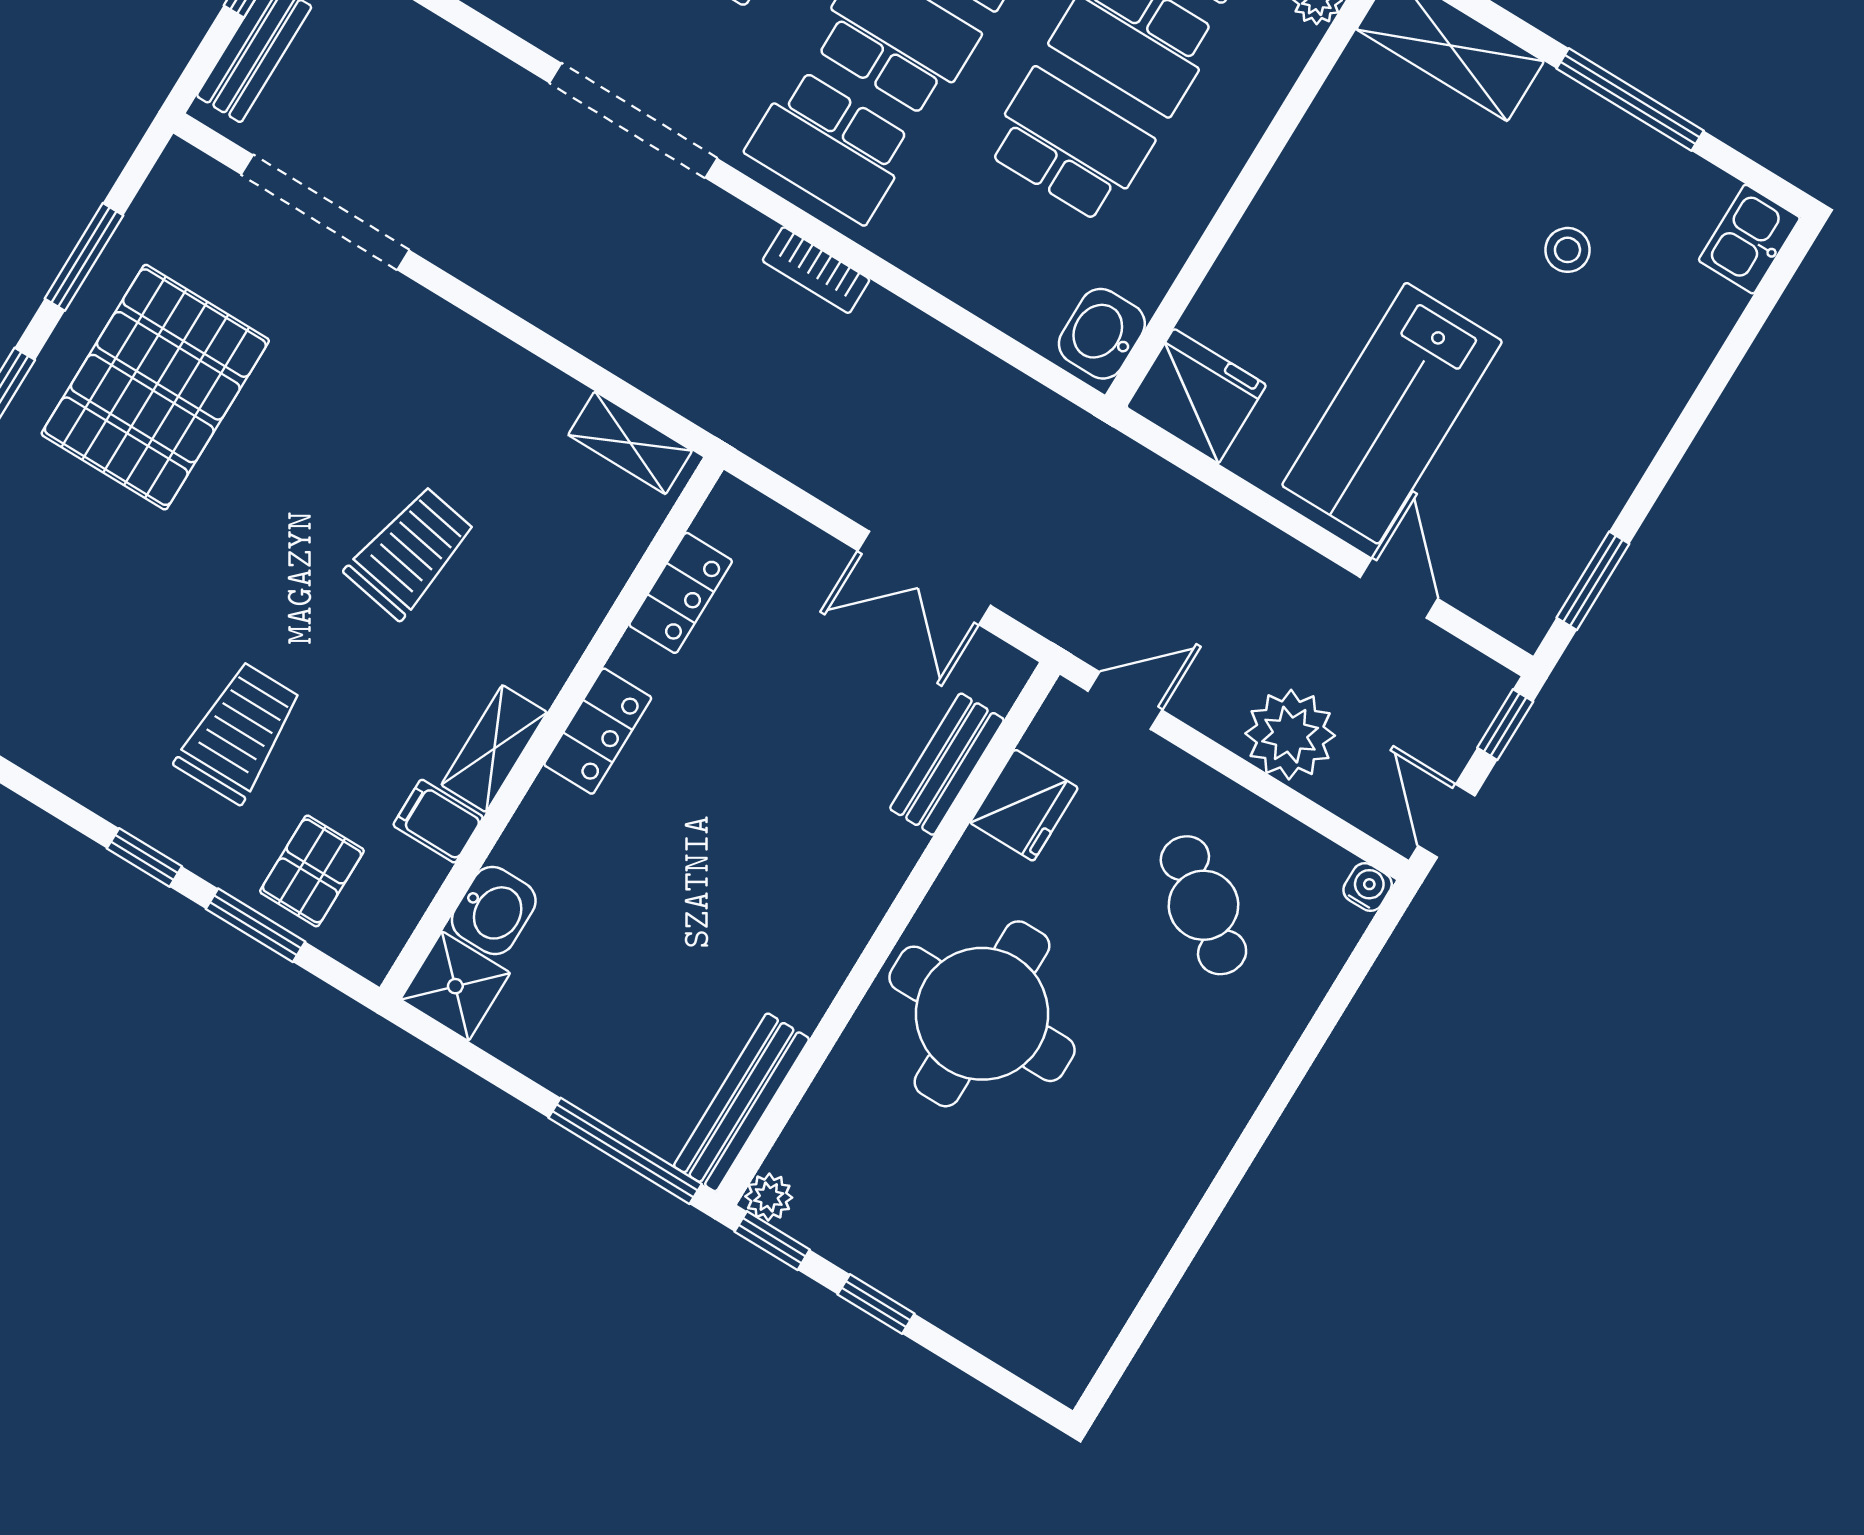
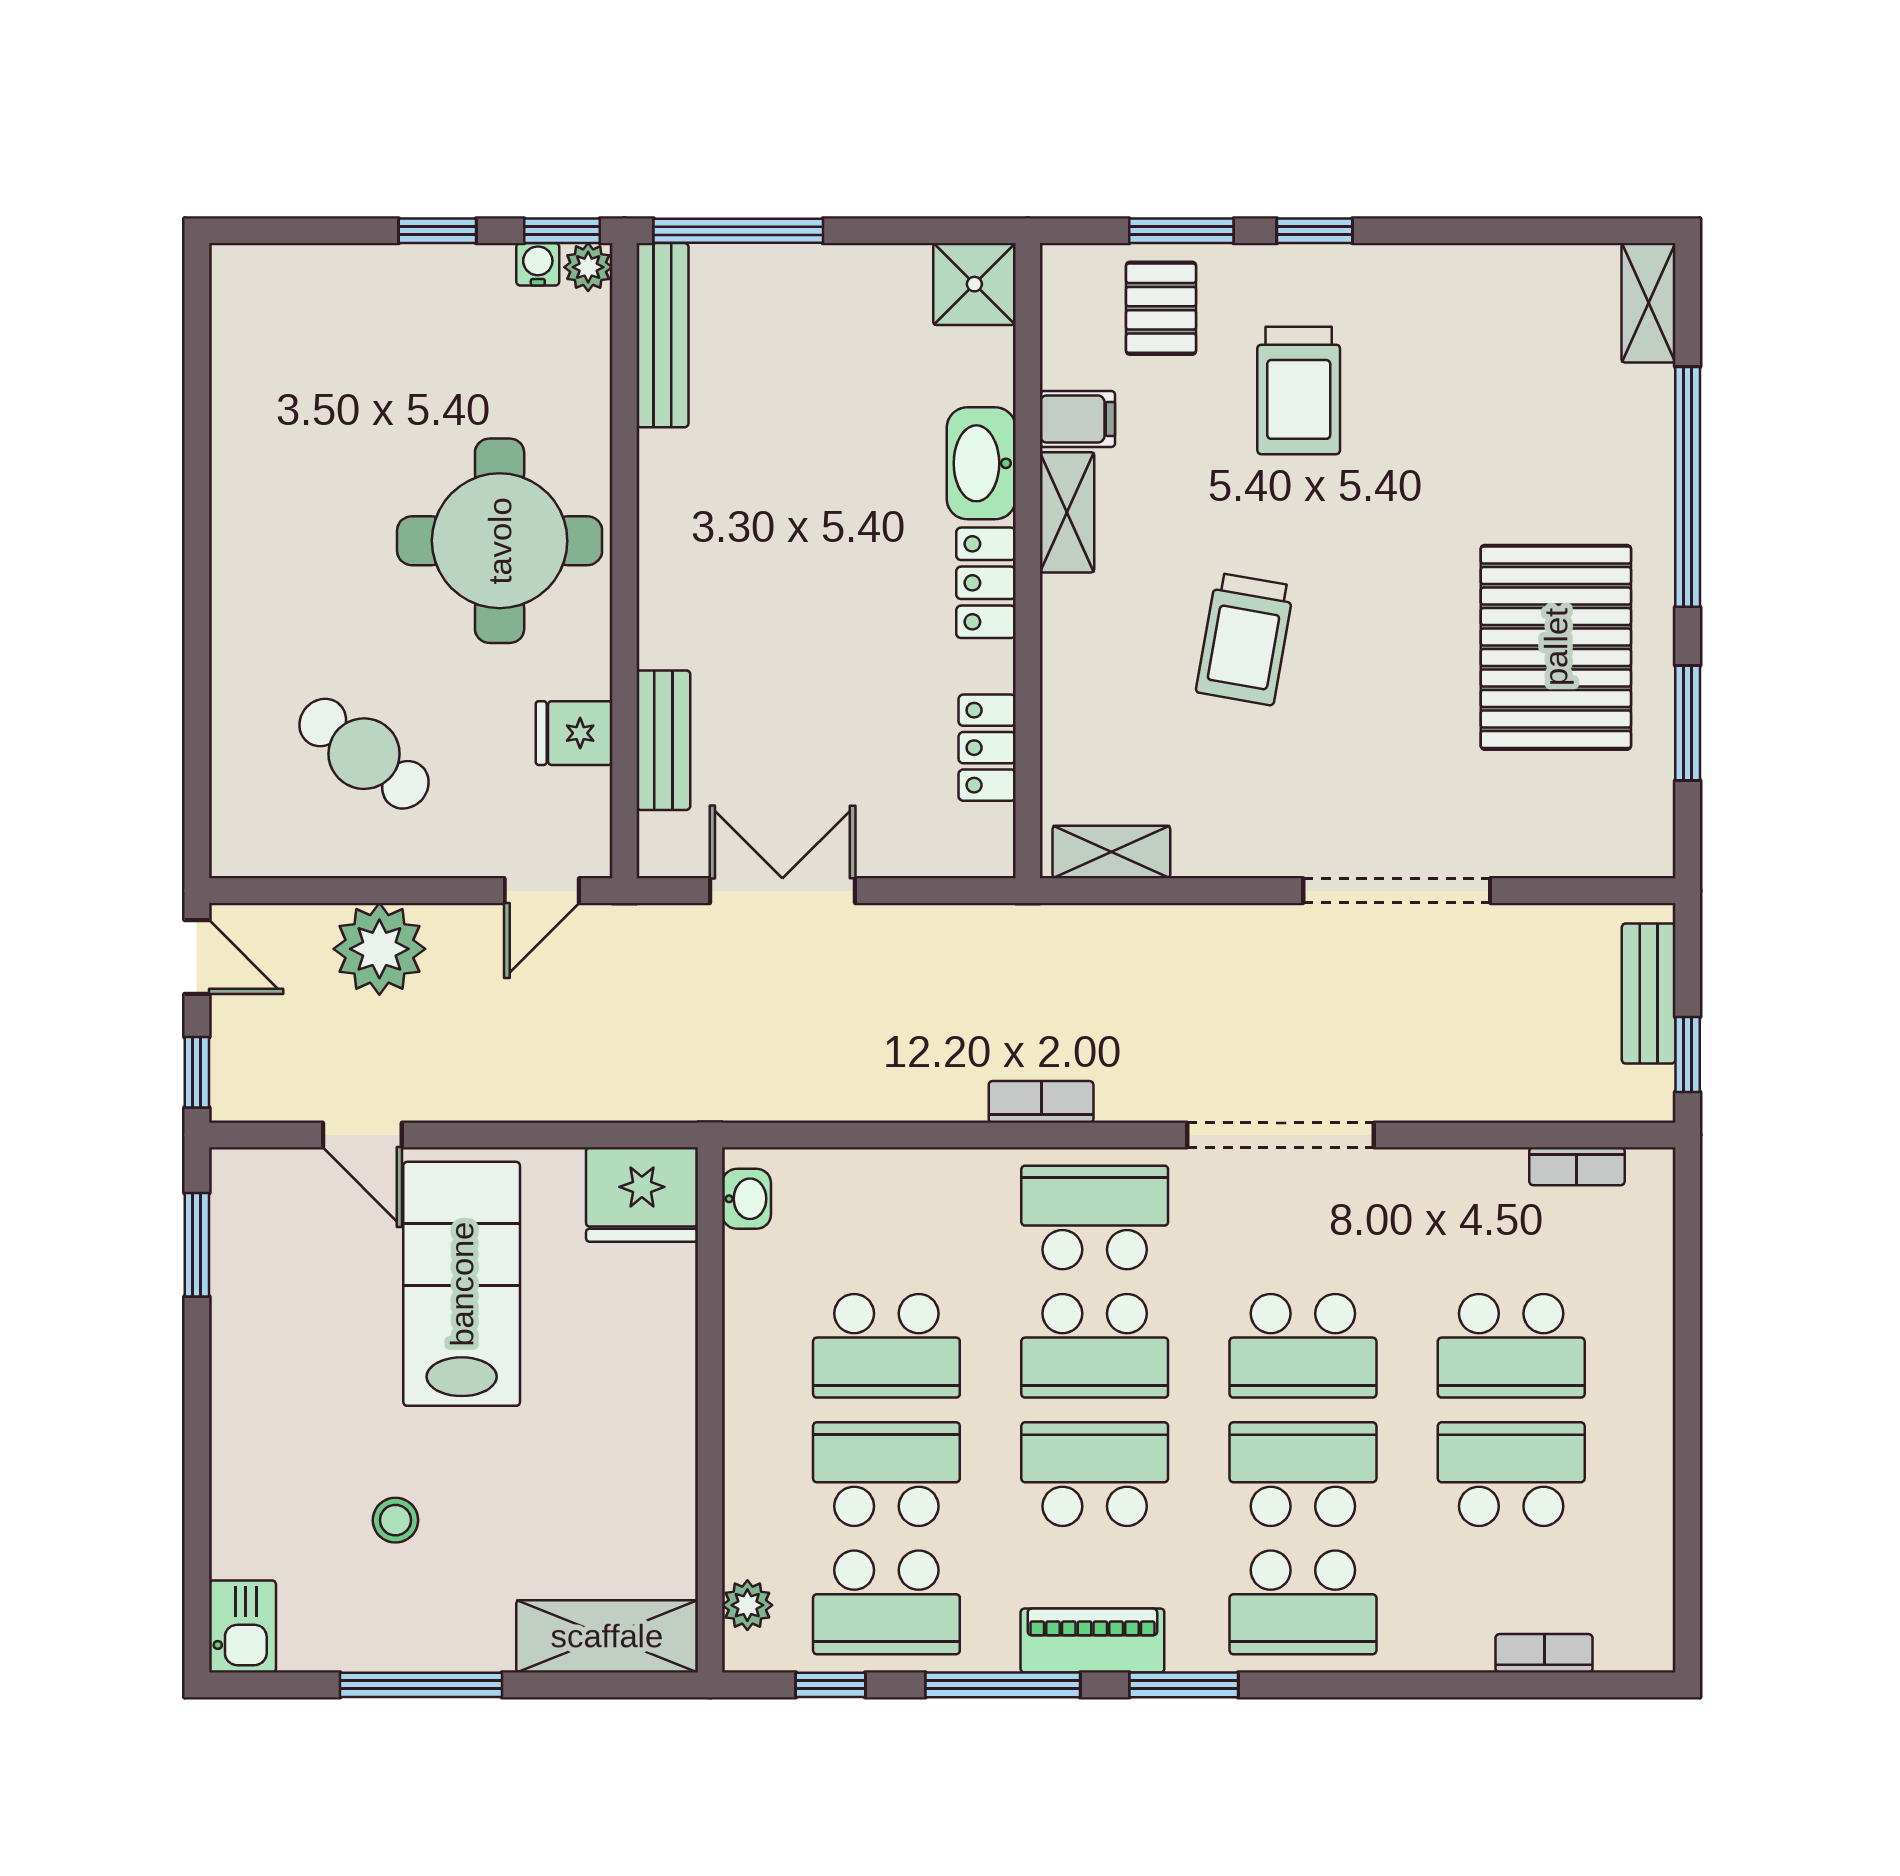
doorway: (325, 212) -> (1397, 891), moved
washbasin: (1102, 334) -> (747, 1199), width x0.72, depth x0.69
fridge: (1024, 805) -> (574, 733), width x0.72
water cooler: (1368, 887) -> (538, 264), moved, turned 180
washbasin: (494, 910) -> (981, 463), moved, width x1.38

